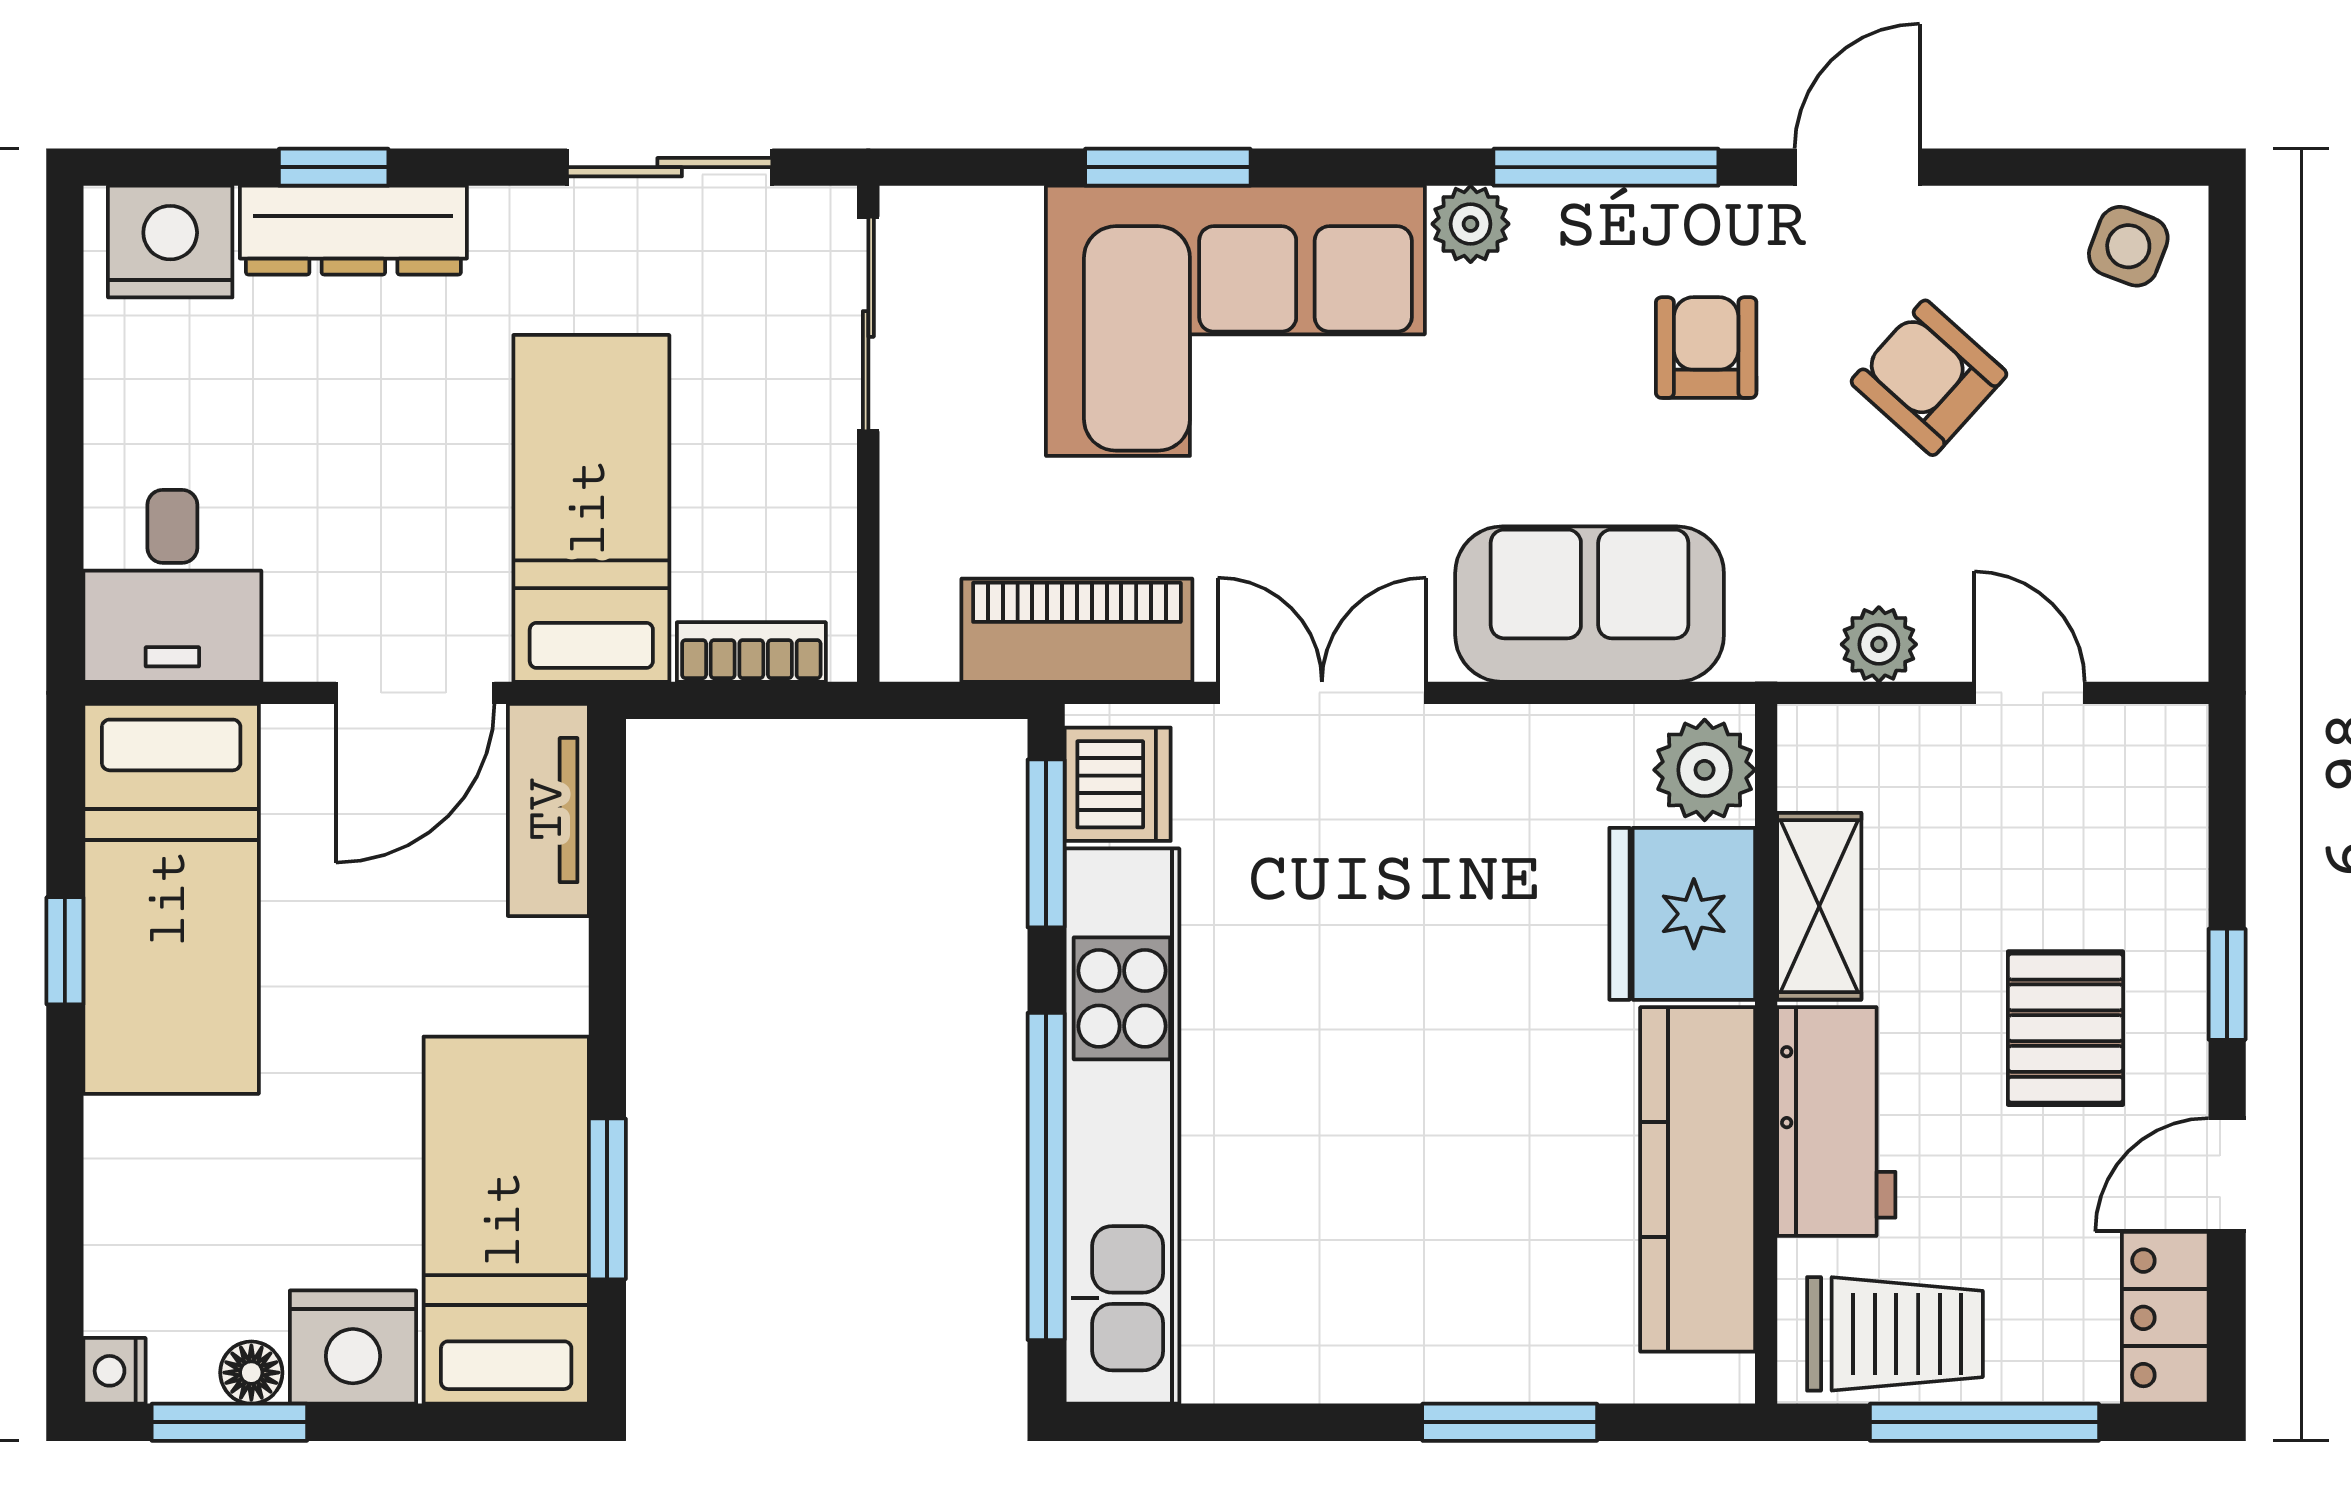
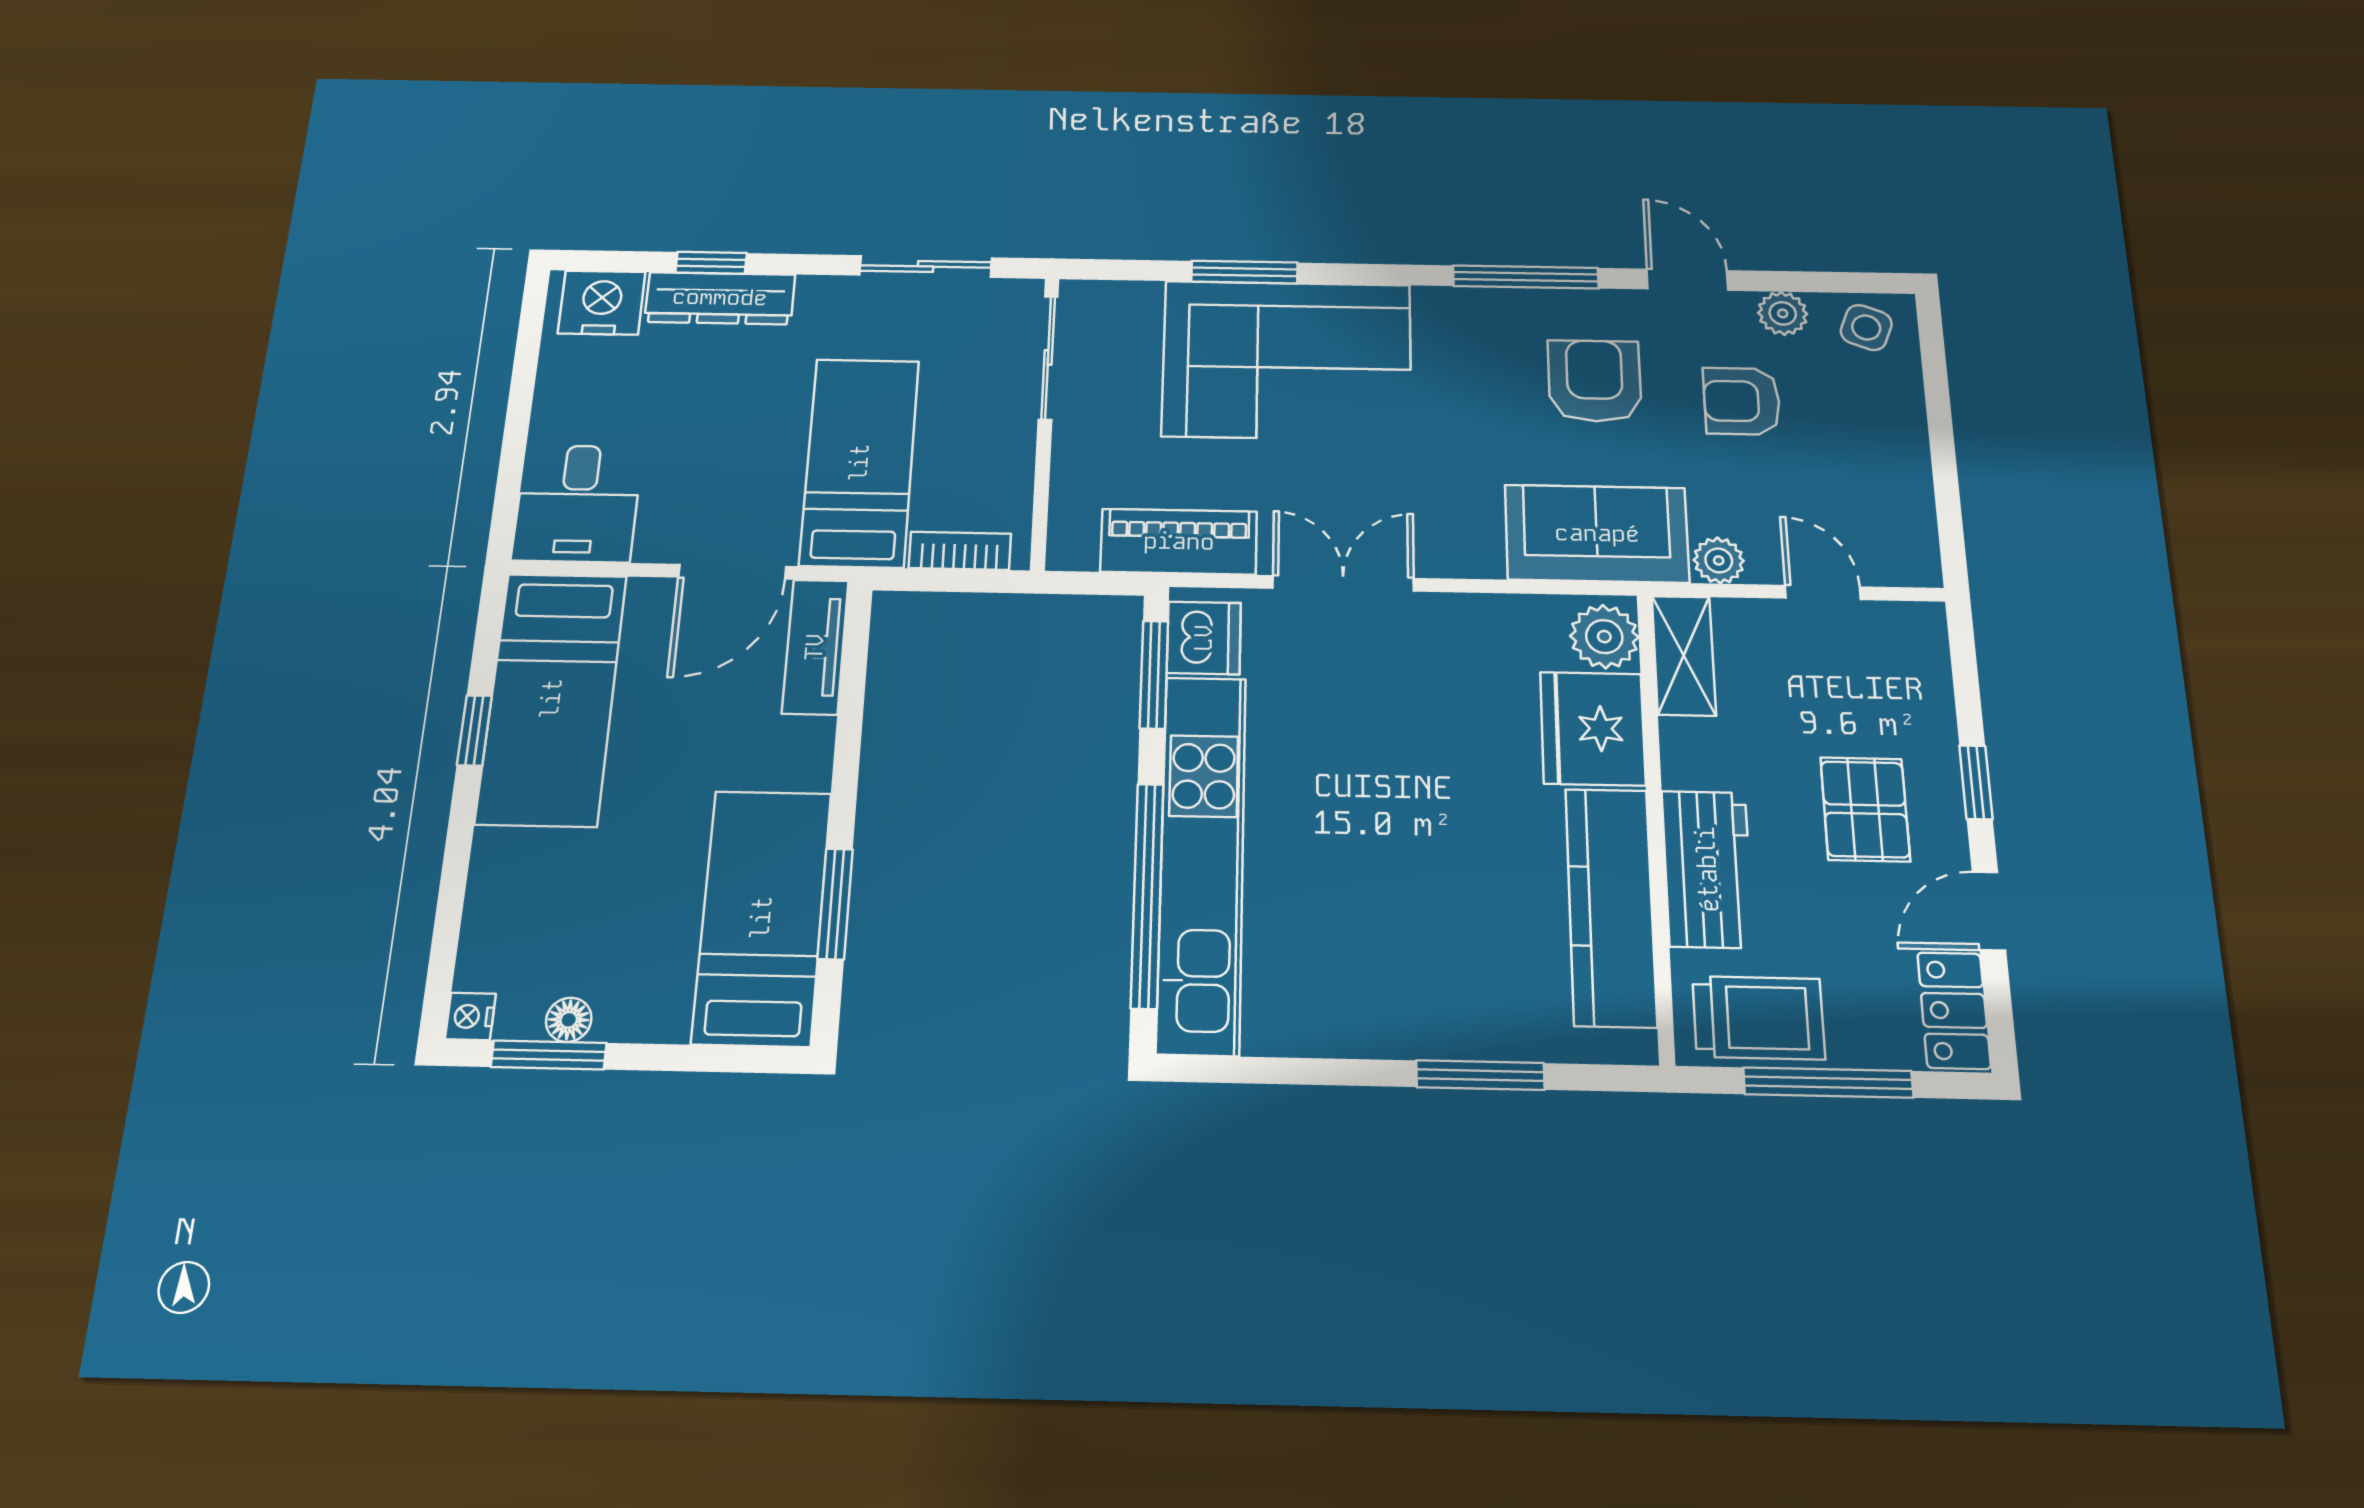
door: (1857, 167) -> (1687, 280), hinge flipped
plant: (1471, 224) -> (1783, 313), moved
armchair: (1706, 348) -> (1595, 381), width x1.38, depth x1.38
armchair: (1929, 378) -> (1742, 401), turned -42
sofa: (1590, 604) -> (1597, 534), moved
shelving: (1819, 906) -> (1684, 656), moved
nightstand: (353, 1347) -> (644, 1003), removed

